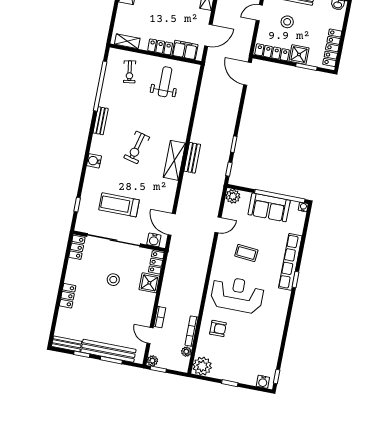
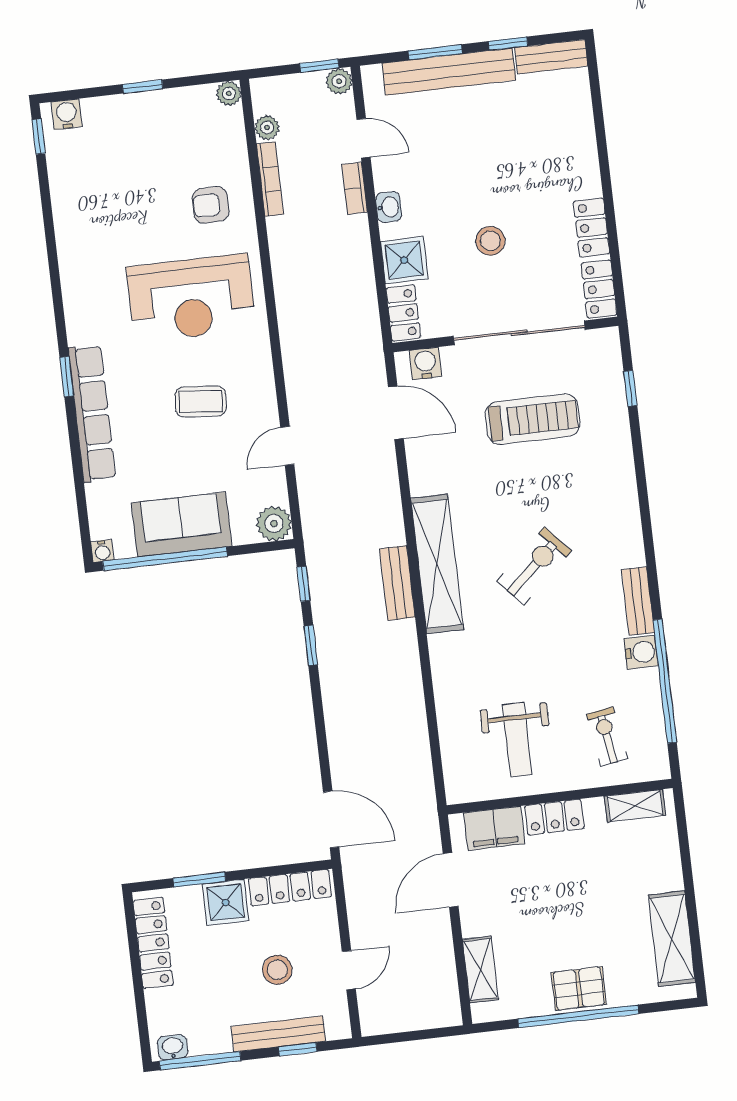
exercise bike: (137, 147) -> (534, 566), turned 34
shelving: (174, 160) -> (437, 564), width x1.47
water cooler: (94, 161) -> (641, 652), moved
locker: (68, 296) -> (592, 228), moved
washbasin: (149, 305) -> (389, 207), added
plant: (202, 366) -> (229, 94), width x0.53, depth x0.53

